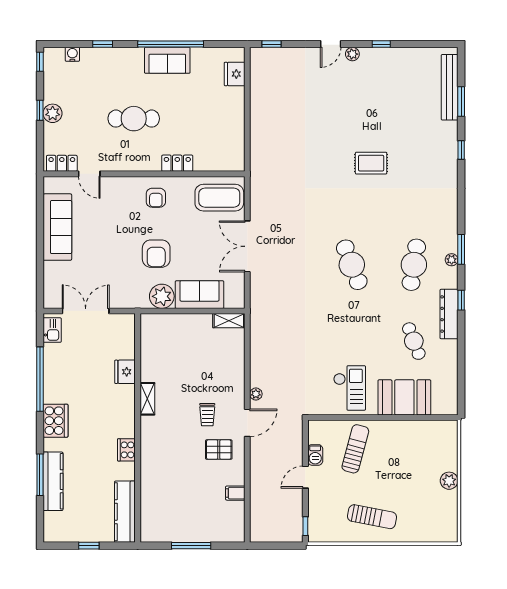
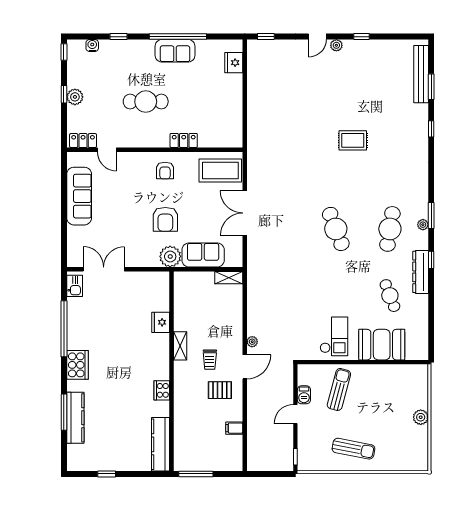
fridge: (125, 372) -> (161, 322), moved
shelving: (147, 399) -> (180, 346), moved
wall: (138, 428) -> (172, 371), moved
cooker: (126, 450) -> (162, 390), moved
kitchen counter: (125, 512) -> (161, 444), moved

